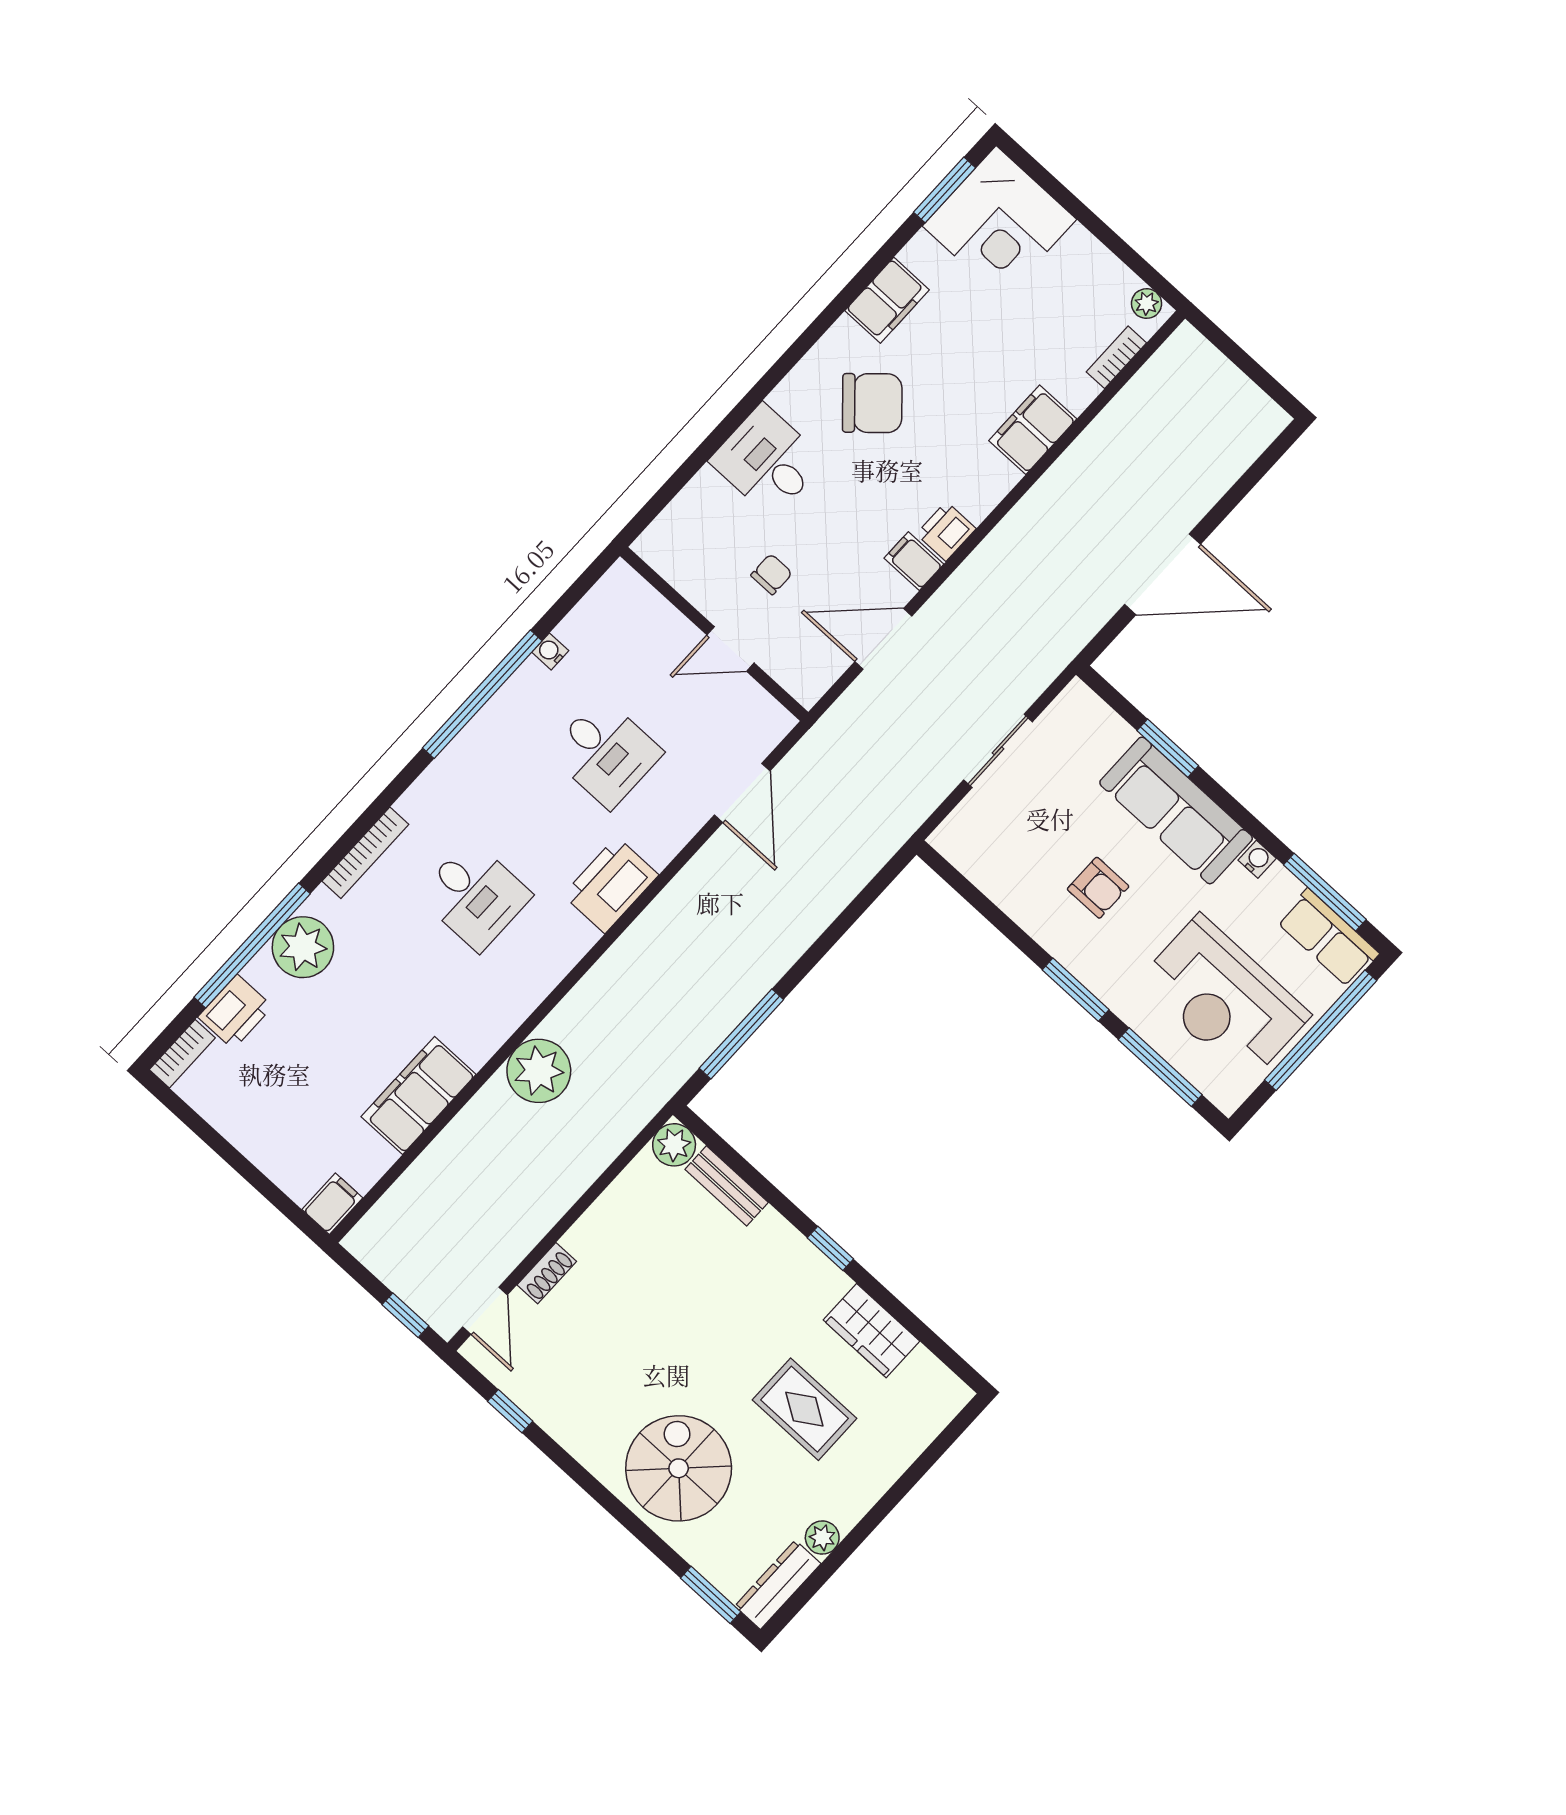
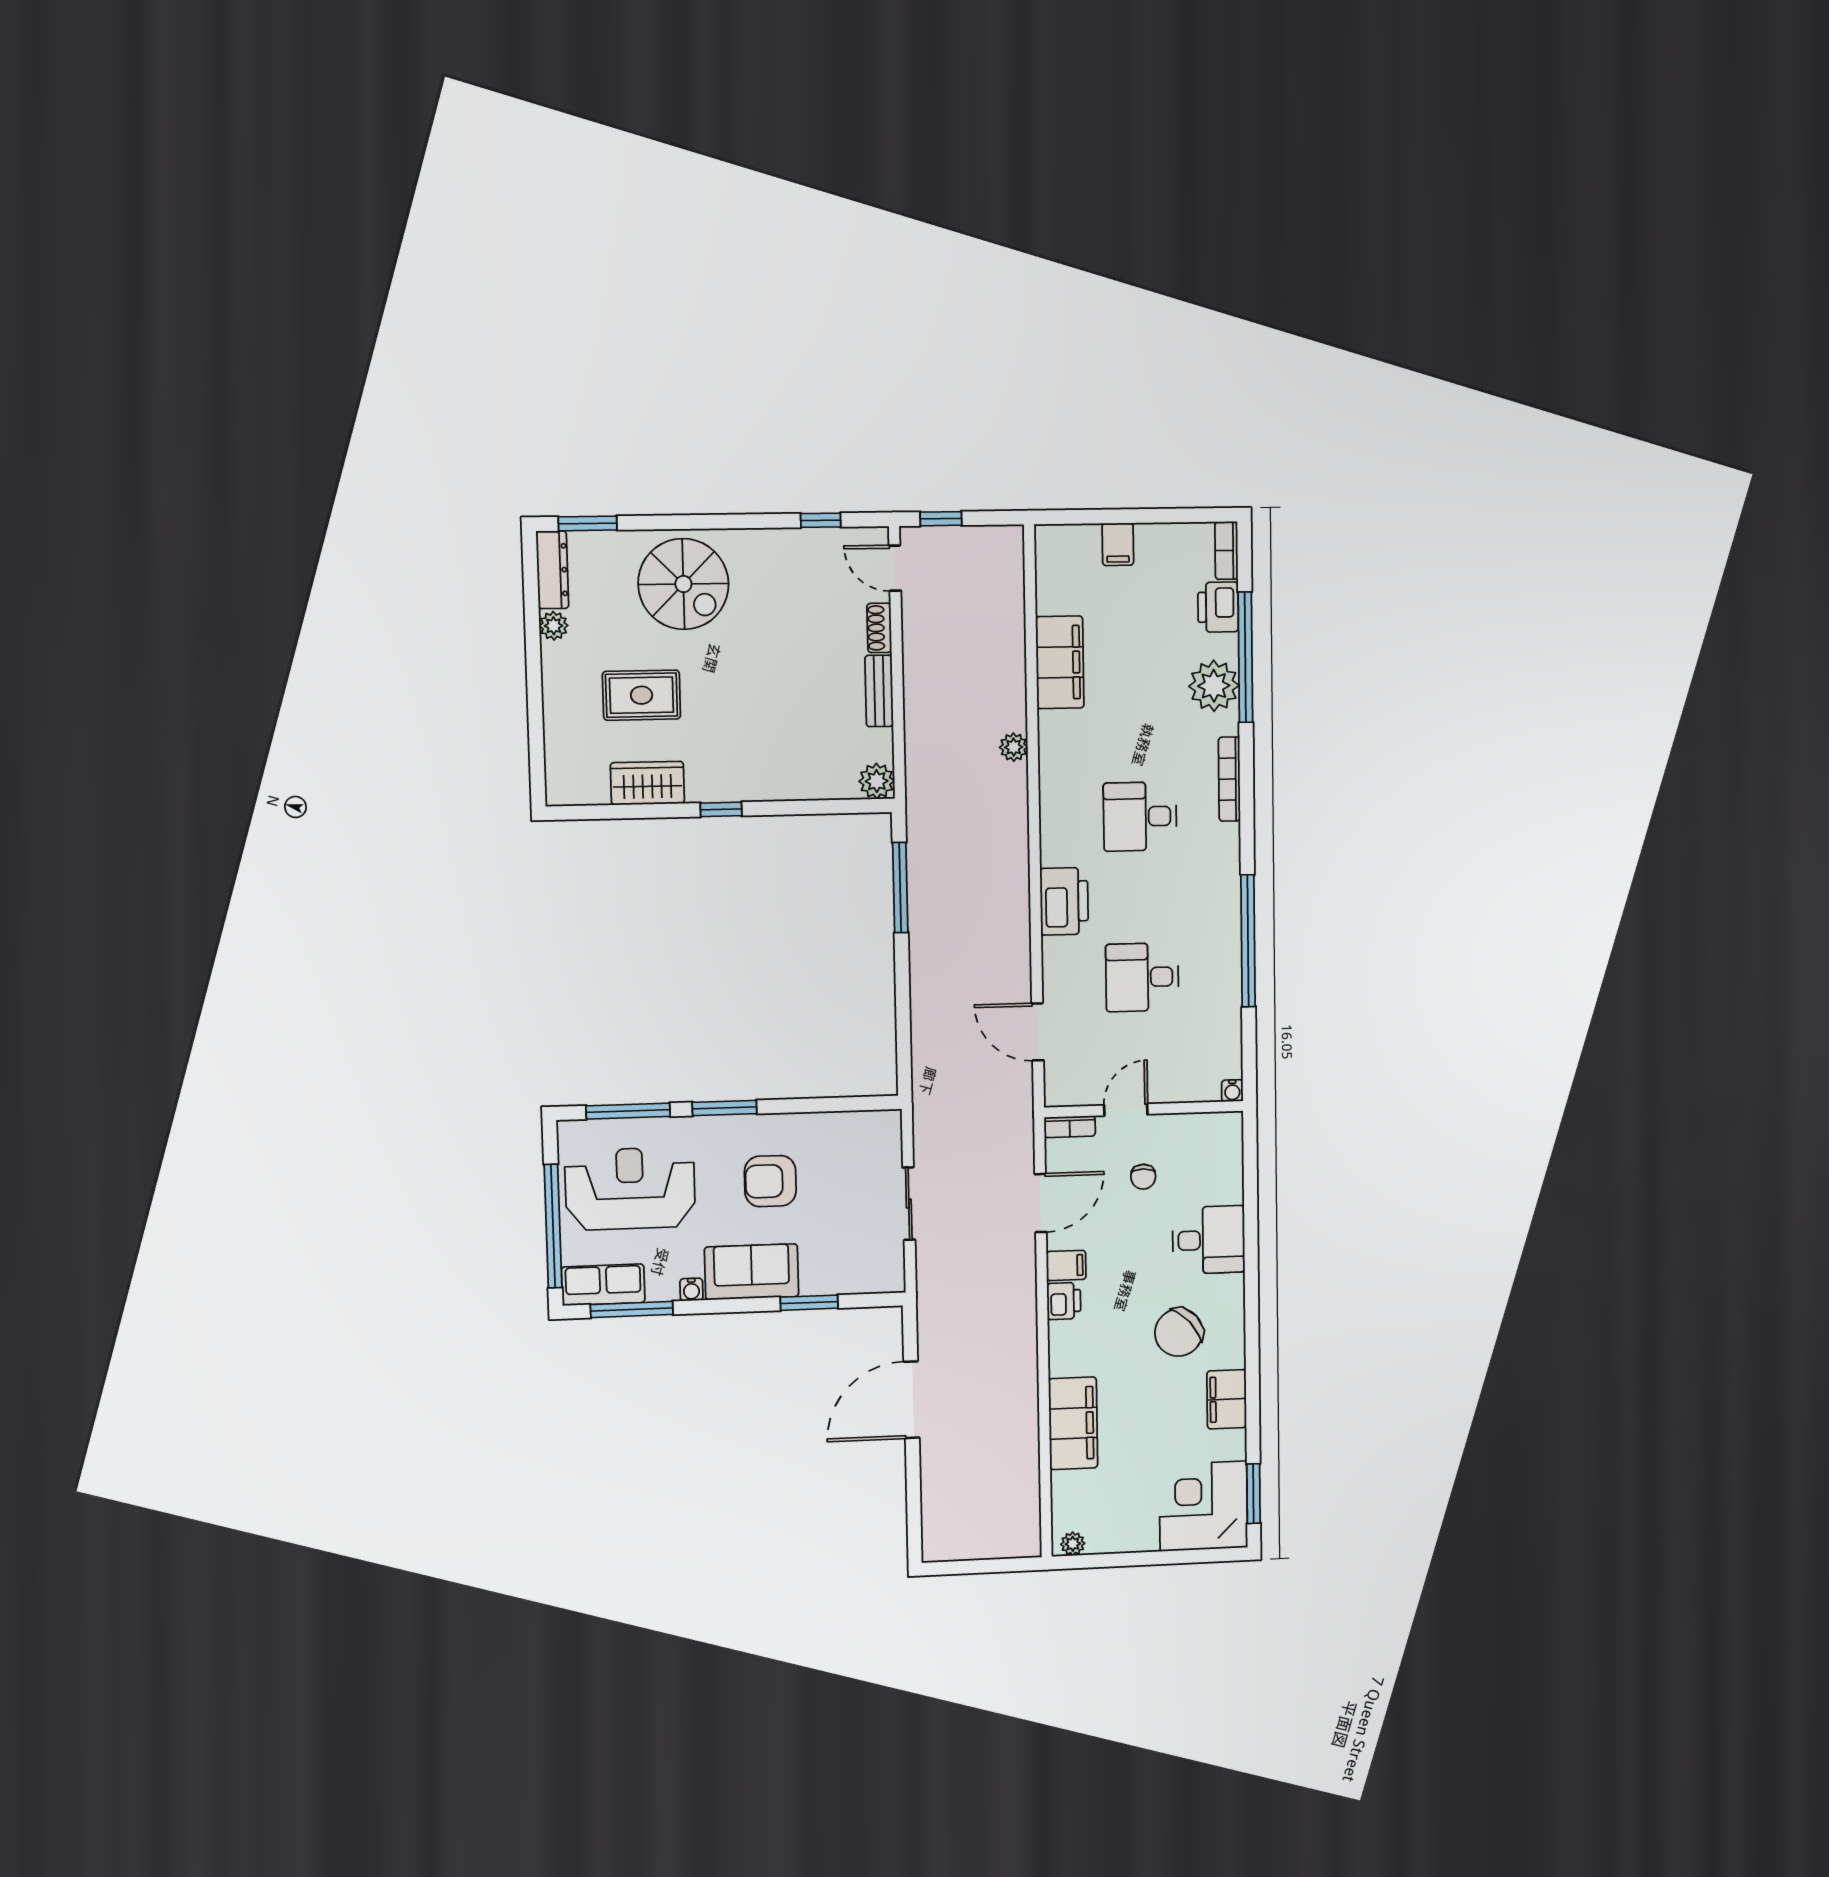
bookcase: (1116, 357) -> (1070, 1127), moved, turned 90
filing cabinet: (1033, 430) -> (1073, 1423), width x1.50, depth x1.17
water cooler: (550, 651) -> (1232, 1091), moved, turned 90
sofa: (1176, 810) -> (752, 1272), width x0.73
armchair: (1098, 888) -> (770, 1181), width x1.38, depth x1.38
plant: (539, 1071) -> (1014, 747), width x0.53, depth x0.53
bench: (727, 1186) -> (879, 691), moved, turned 90
filing cabinet: (332, 1204) -> (1118, 544), moved

